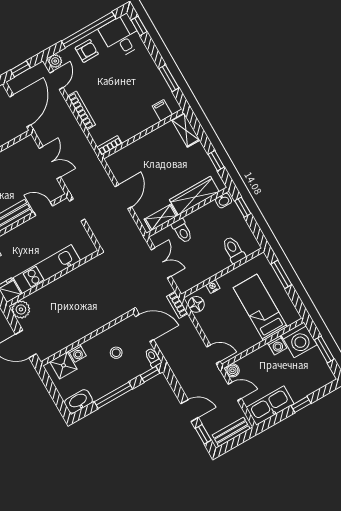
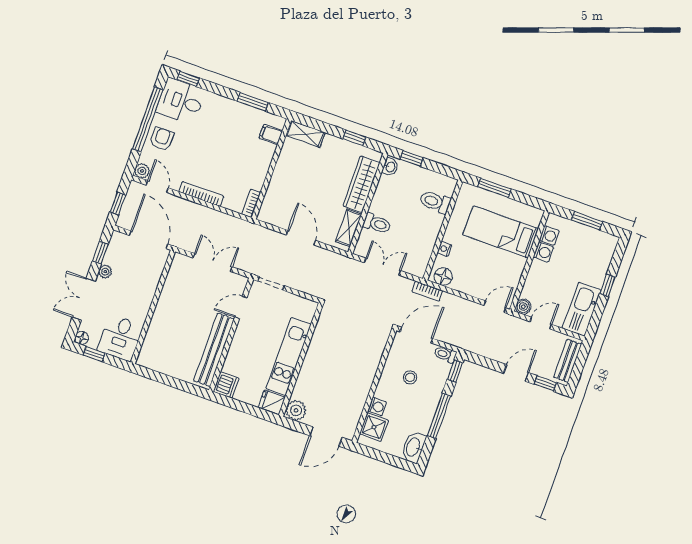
washing machine: (299, 340) -> (549, 236), width x0.53, depth x0.53

